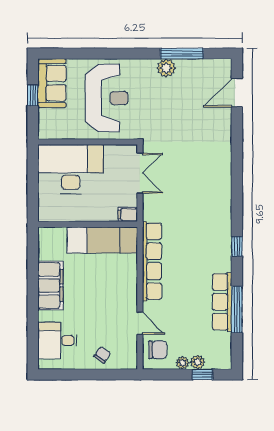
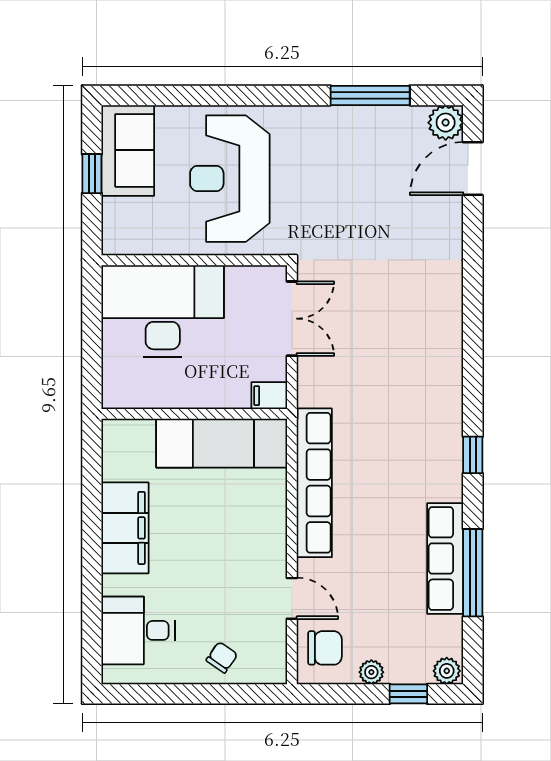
plant: (166, 68) -> (446, 123), moved
reception desk: (107, 98) -> (230, 179), turned 180
plant: (198, 362) -> (447, 671), moved

